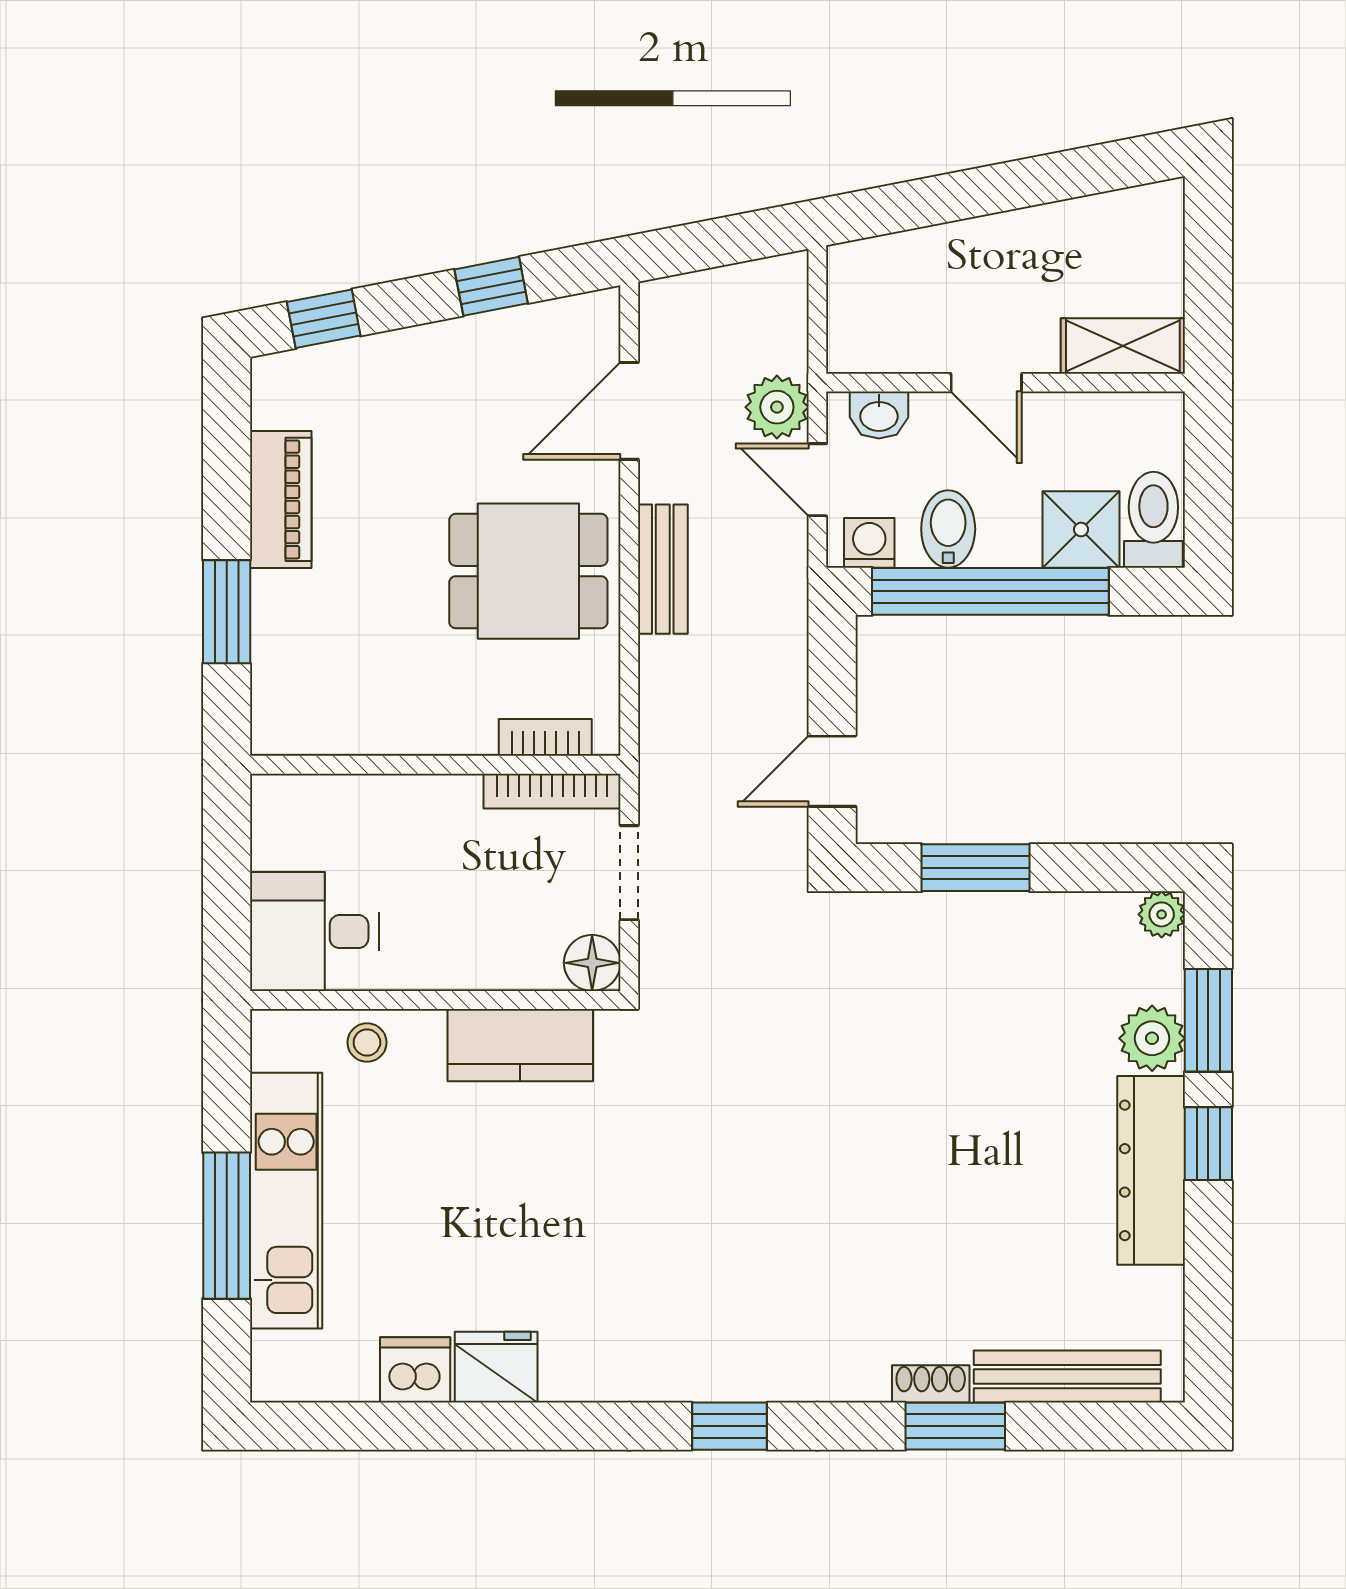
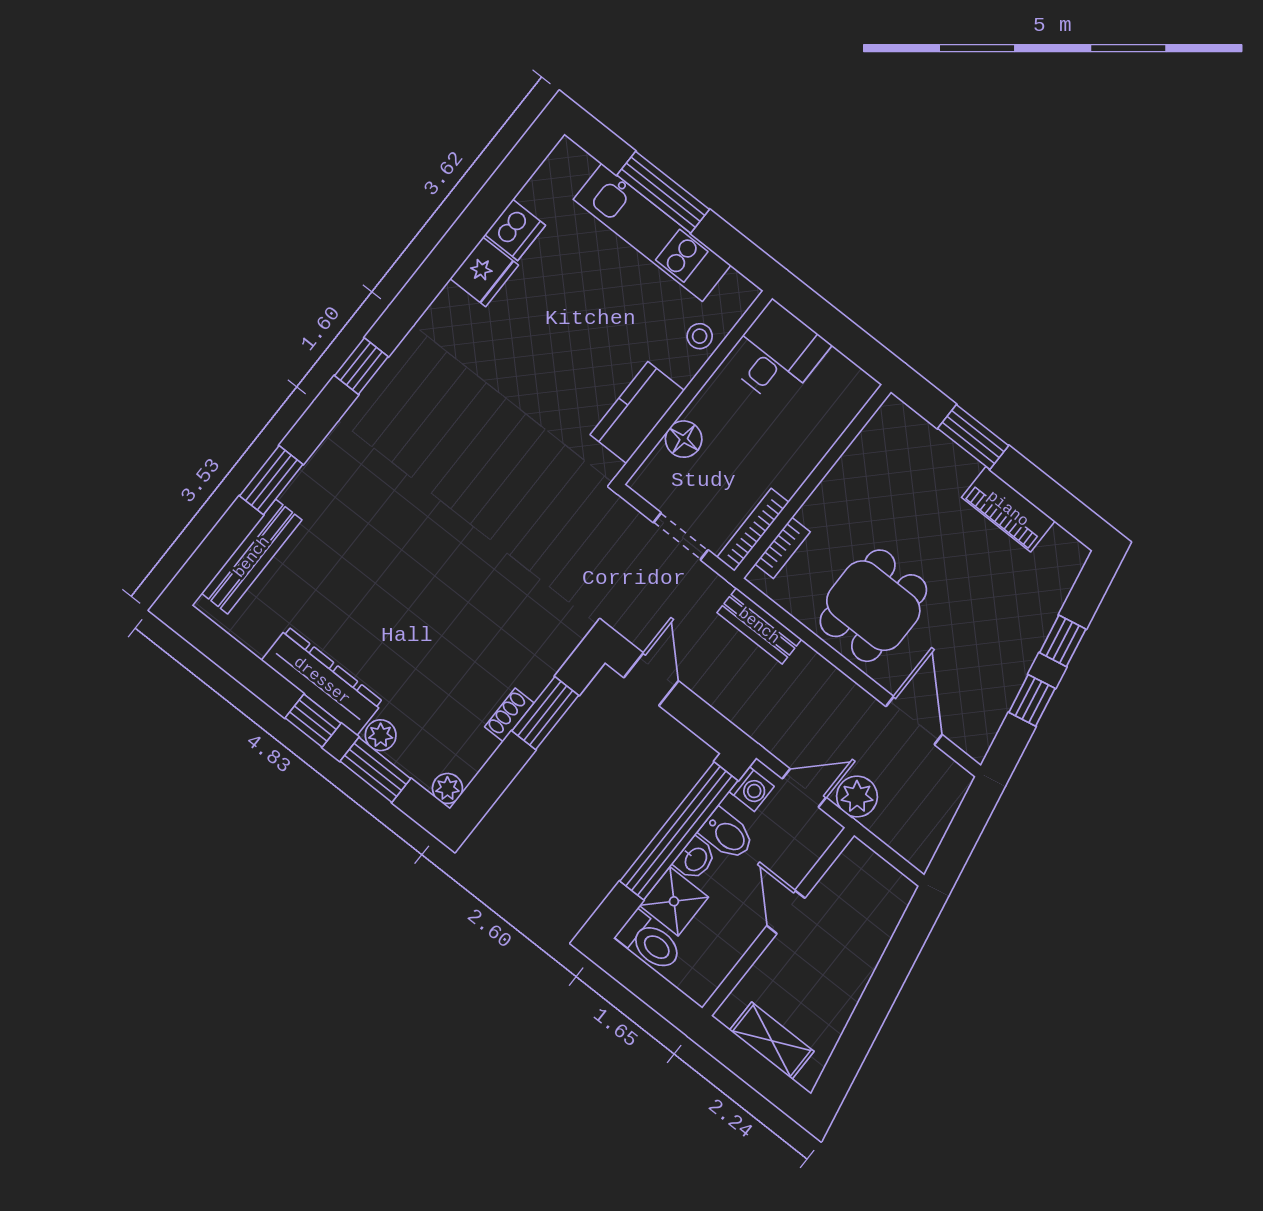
window: (324, 319) -> (1063, 641), moved
shelving: (1123, 346) -> (772, 1041), moved, turned 90
door: (986, 383) -> (786, 912), hinge flipped
washbasin: (879, 415) -> (695, 859), moved, turned 180
bench: (663, 569) -> (759, 626), moved
floor lamp: (592, 963) -> (684, 439), moved
plant: (1152, 1038) -> (381, 735), width x0.73, depth x0.73
shoe rack: (931, 1384) -> (509, 715), moved, turned 180

